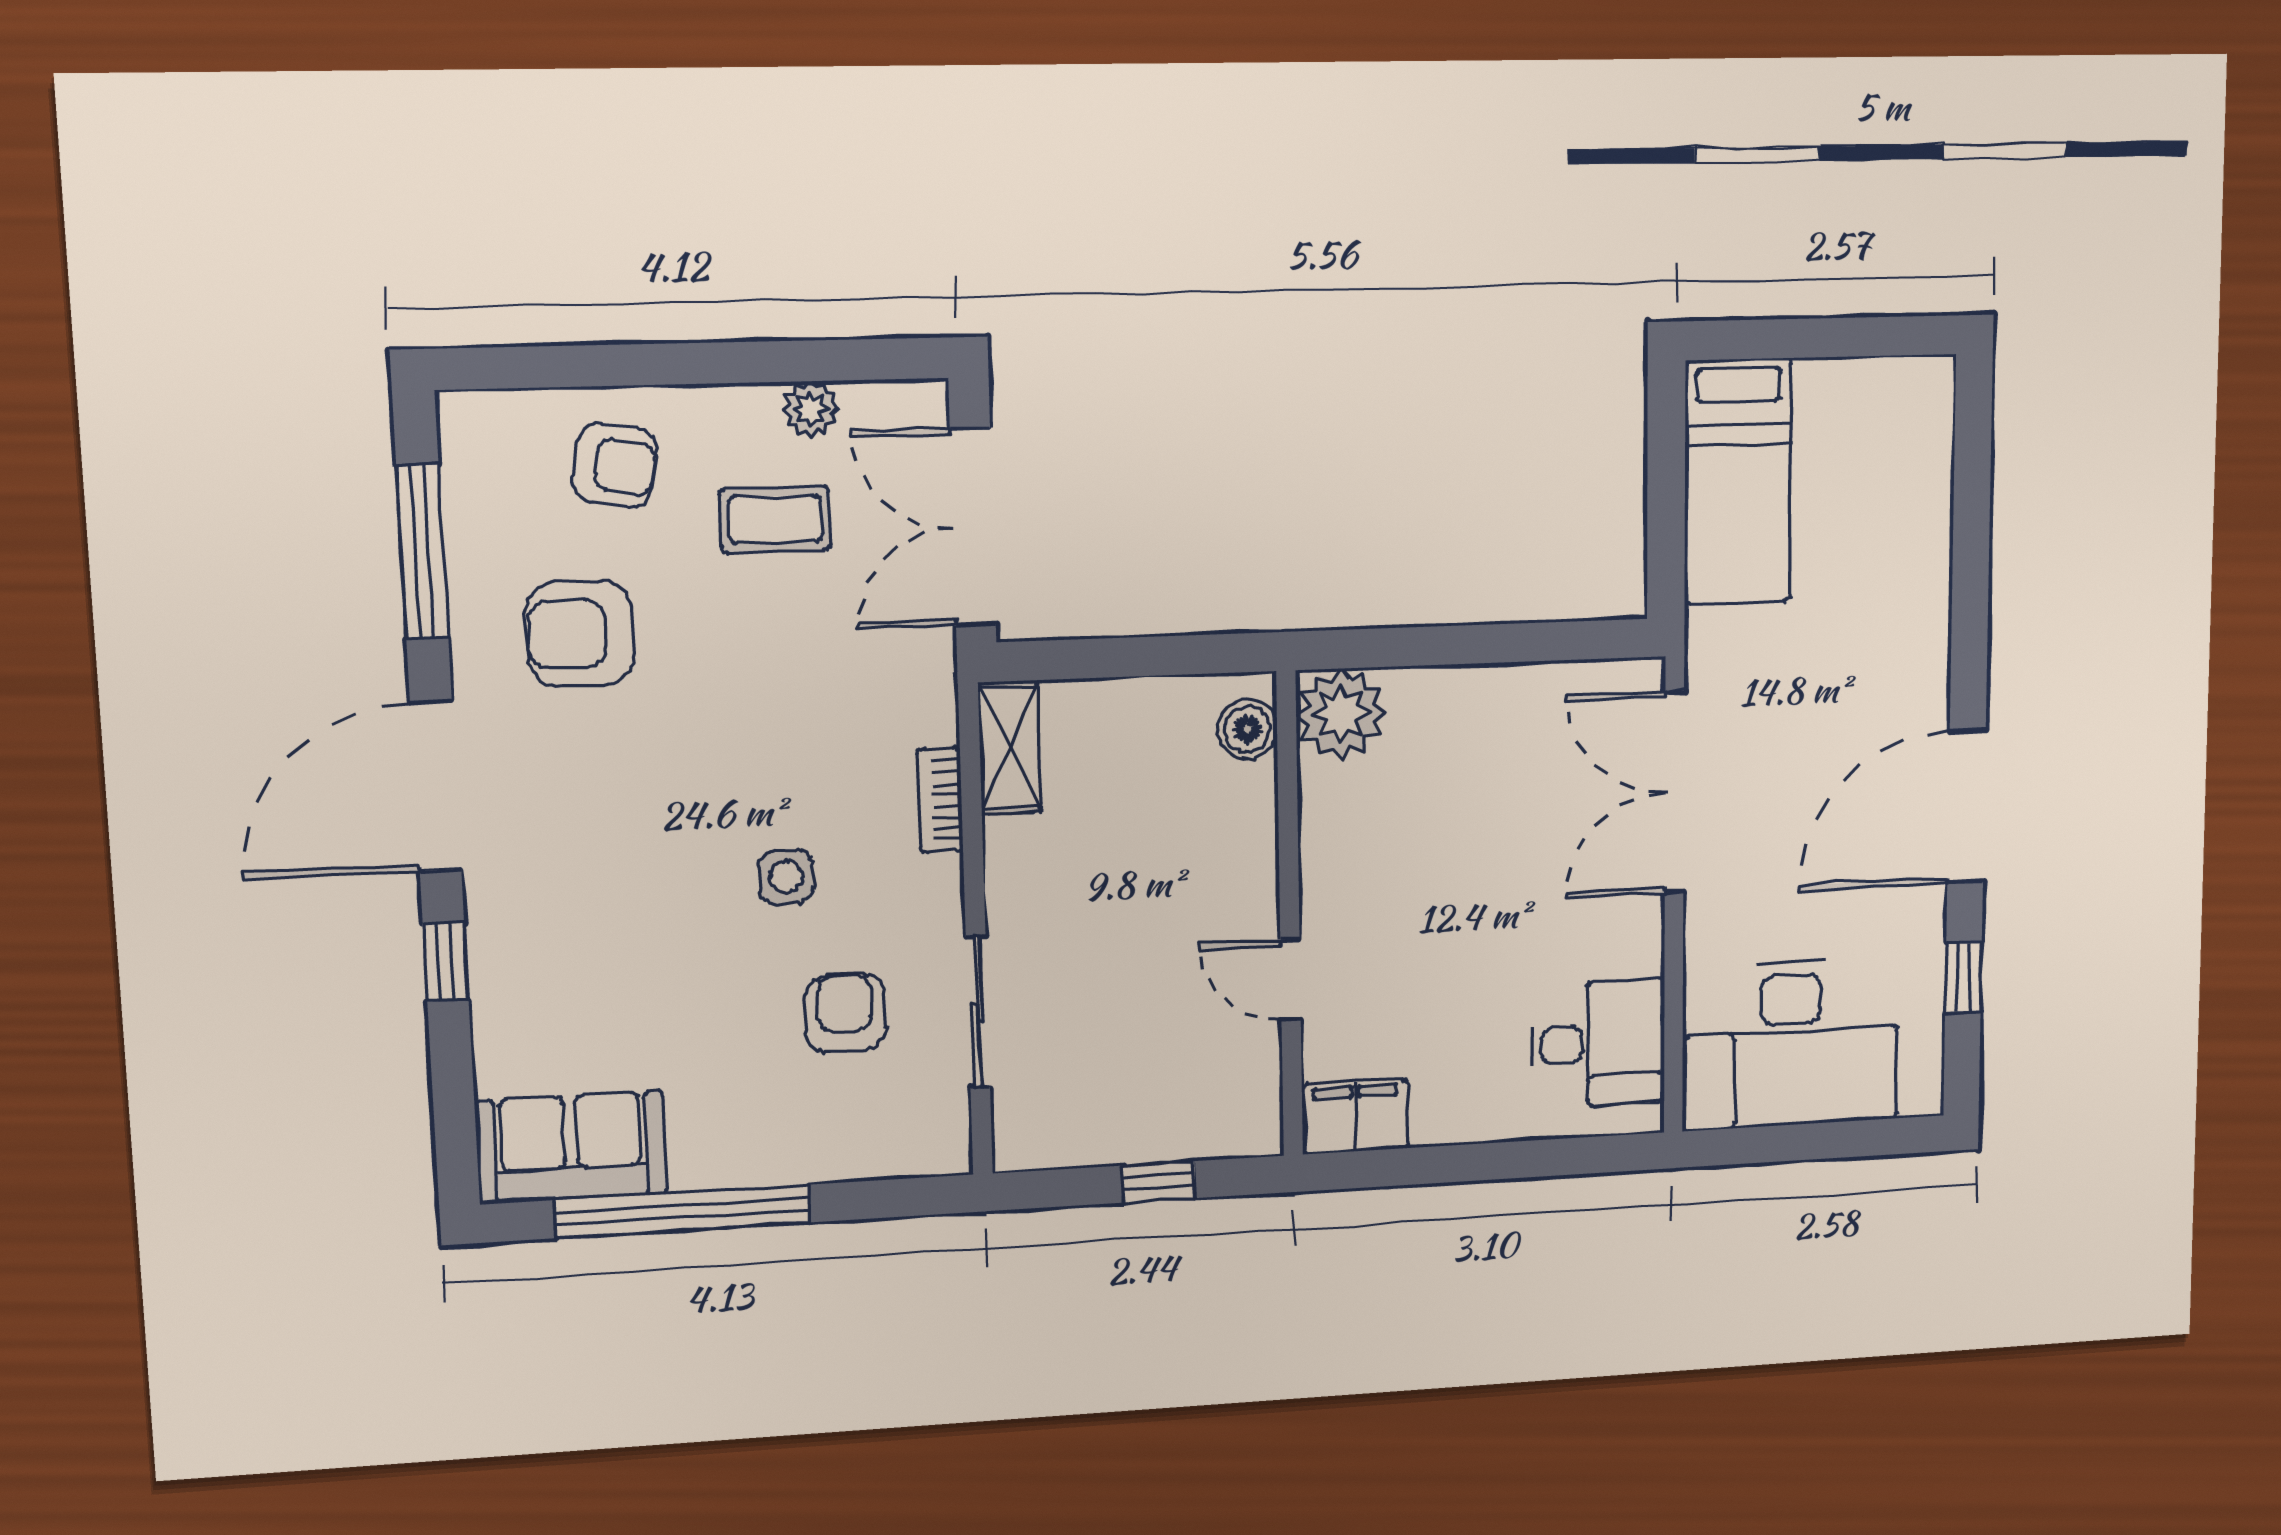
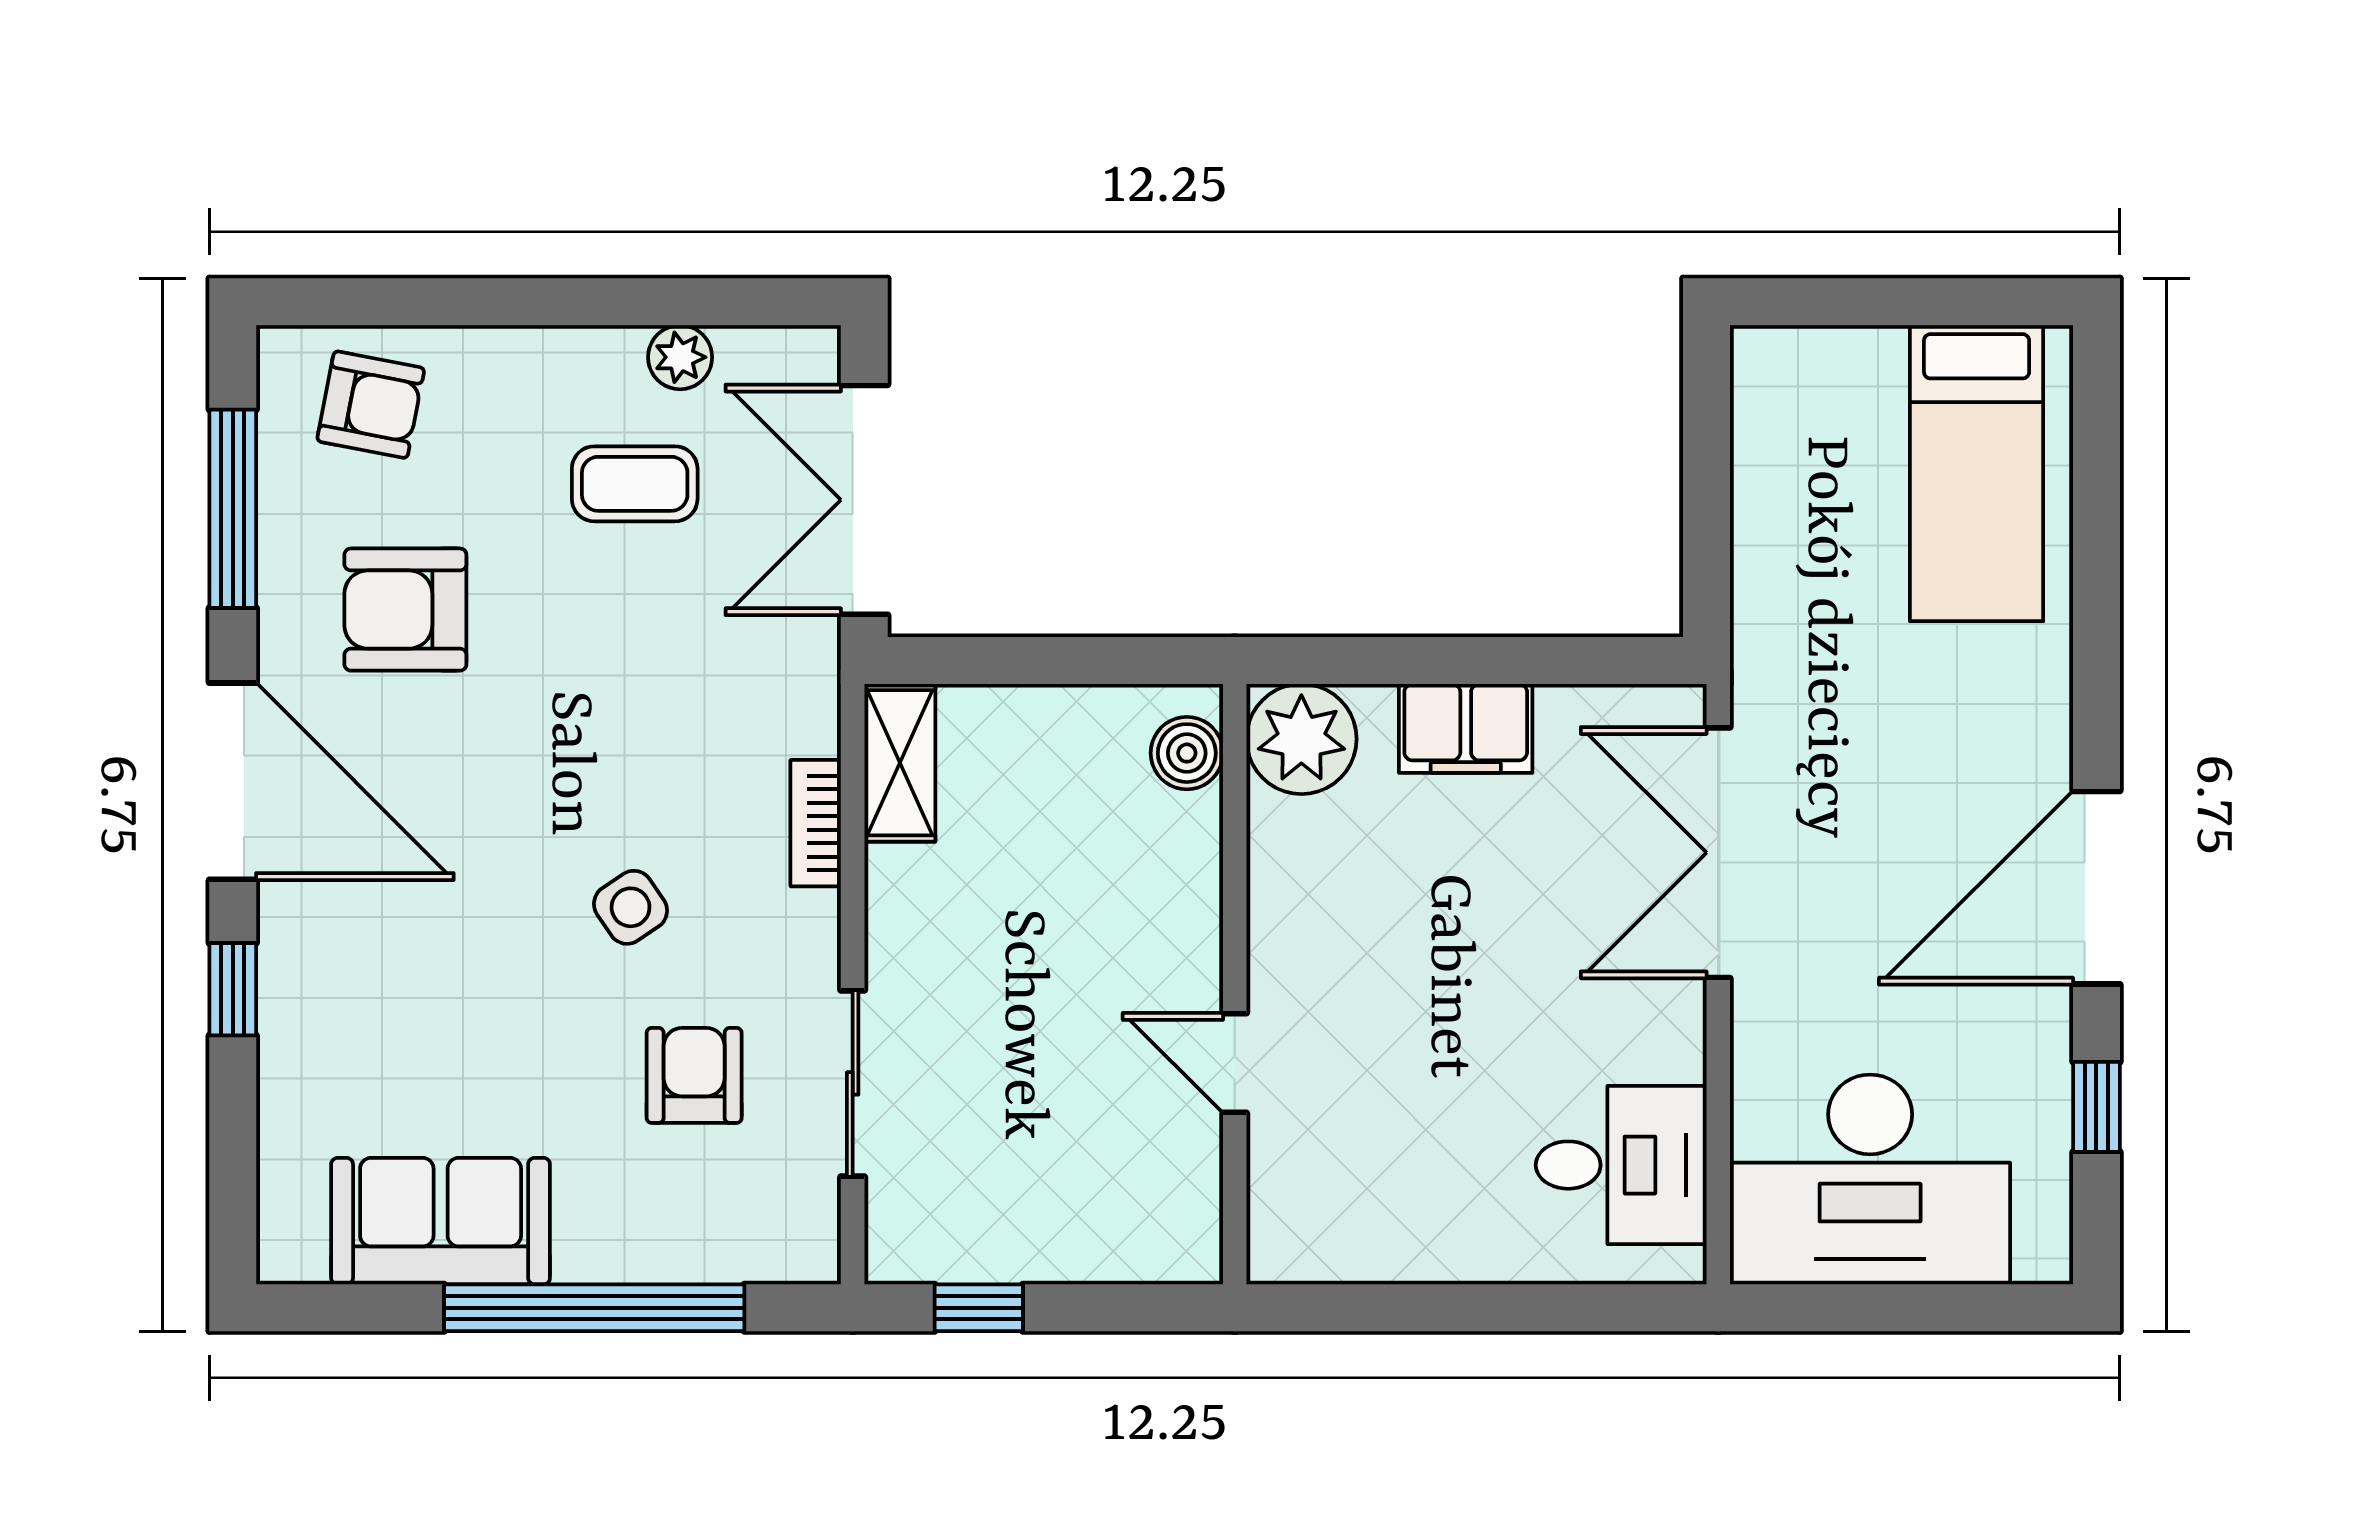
armchair: (615, 465) -> (371, 405), moved
bed: (1738, 482) -> (1977, 473), moved
door: (436, 786) -> (233, 781), swing flipped
side table: (786, 877) -> (631, 907), turned -34
filing cabinet: (1355, 1116) -> (1466, 728), moved, turned 180
sofa: (571, 1147) -> (441, 1221), moved
window: (1159, 1182) -> (979, 1308), moved
window: (683, 1211) -> (594, 1308), moved

